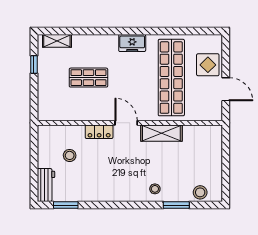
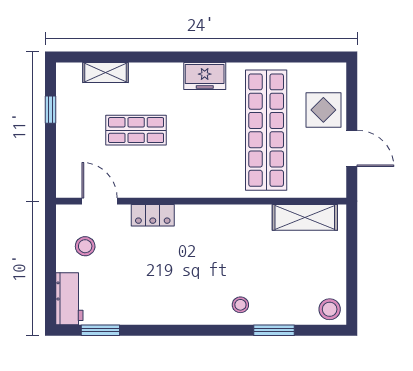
shelving: (57, 41) -> (105, 72), moved
door: (126, 123) -> (100, 201), moved
shelving: (161, 133) -> (305, 217), moved
stool: (70, 155) -> (85, 246), moved
stool: (200, 192) -> (330, 309), moved

